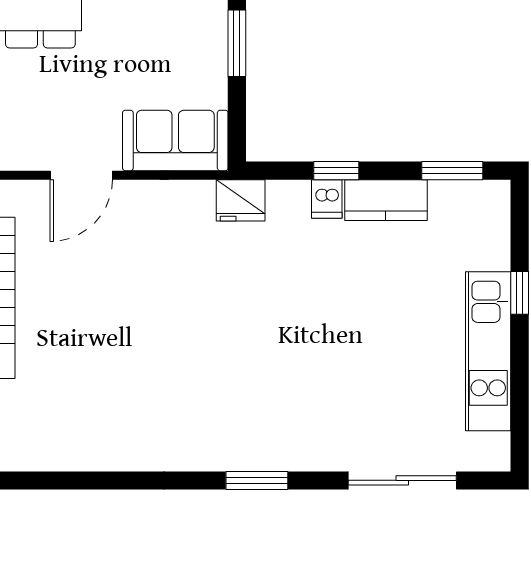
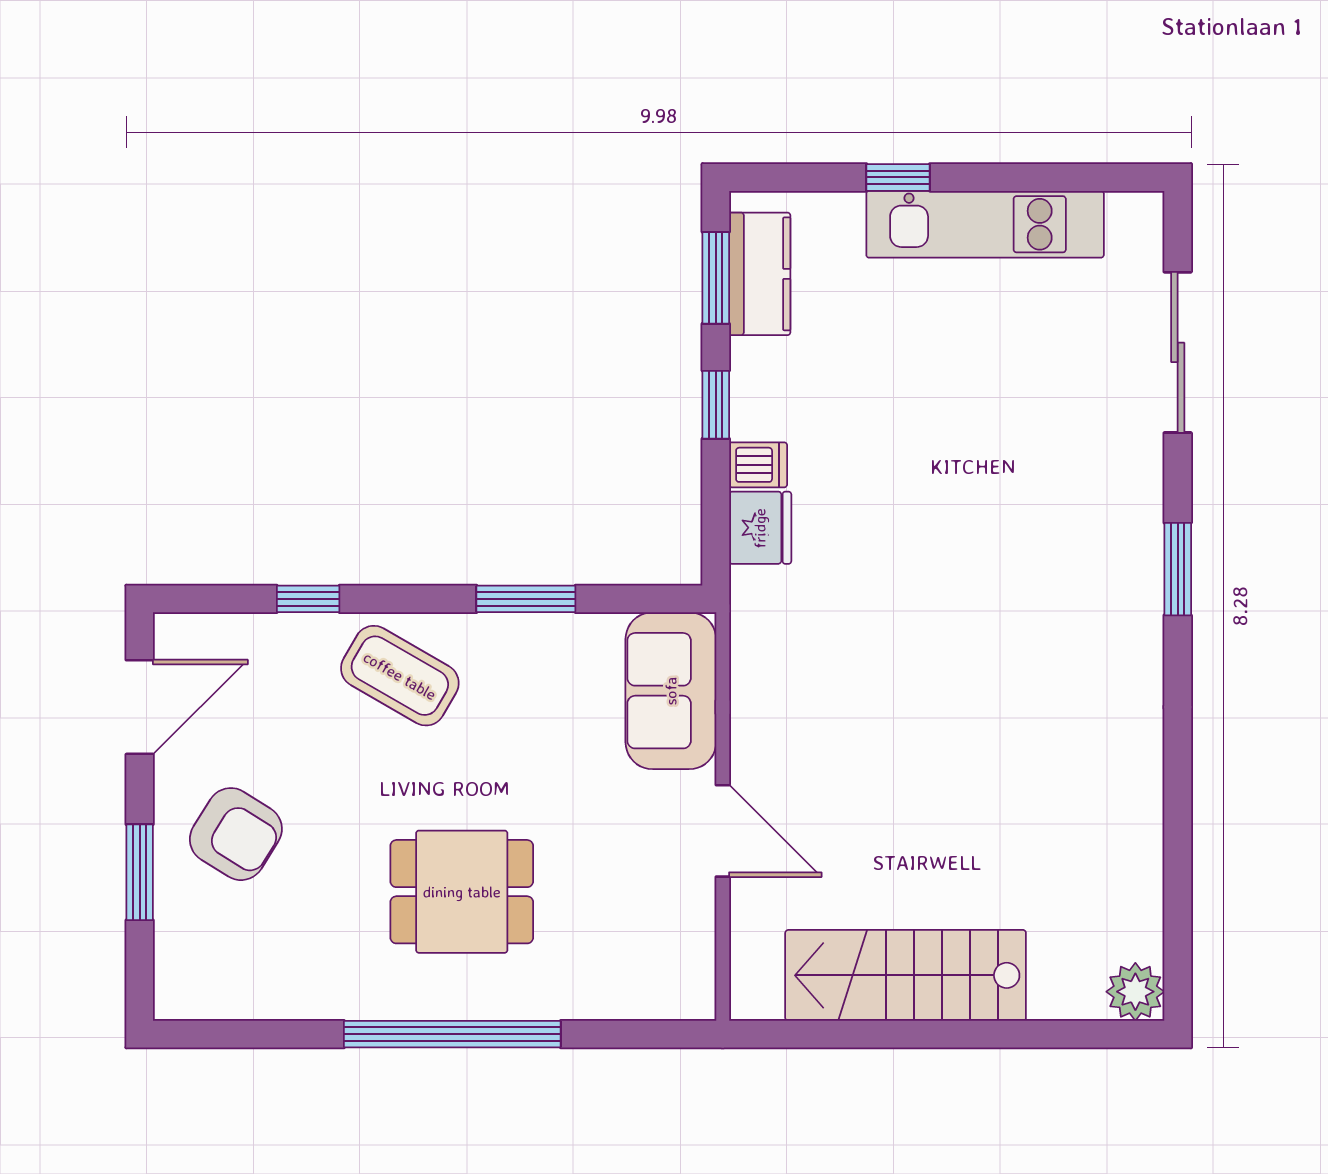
window: (336, 171) -> (716, 405), moved
fridge: (241, 200) -> (760, 528), moved
kitchen counter: (386, 200) -> (760, 274), moved

